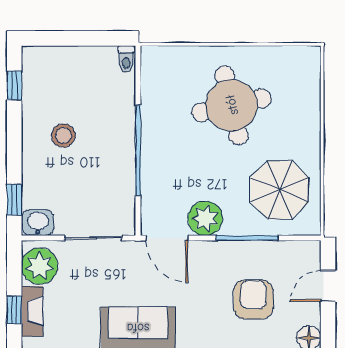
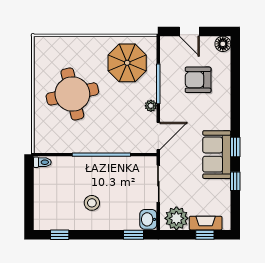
plant: (205, 218) -> (151, 106), width x0.53, depth x0.53

